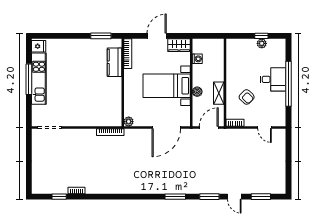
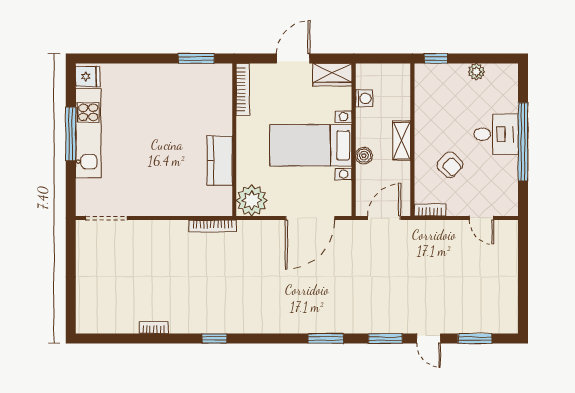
window: (261, 36) -> (436, 58), moved
kitchen counter: (114, 62) -> (220, 161), moved
shelving: (219, 93) -> (402, 141), moved
plant: (129, 122) -> (252, 200), width x1.88, depth x1.88
window: (59, 197) -> (214, 338), moved

